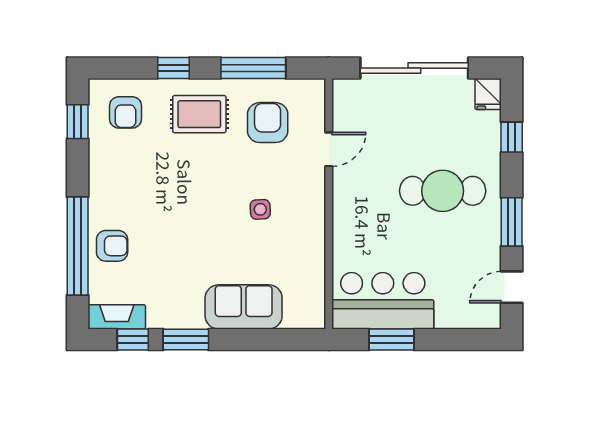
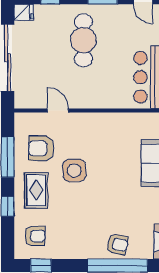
side table: (260, 209) -> (74, 170), moved, width x1.87, depth x1.87
armchair: (112, 246) -> (117, 244), turned 101

